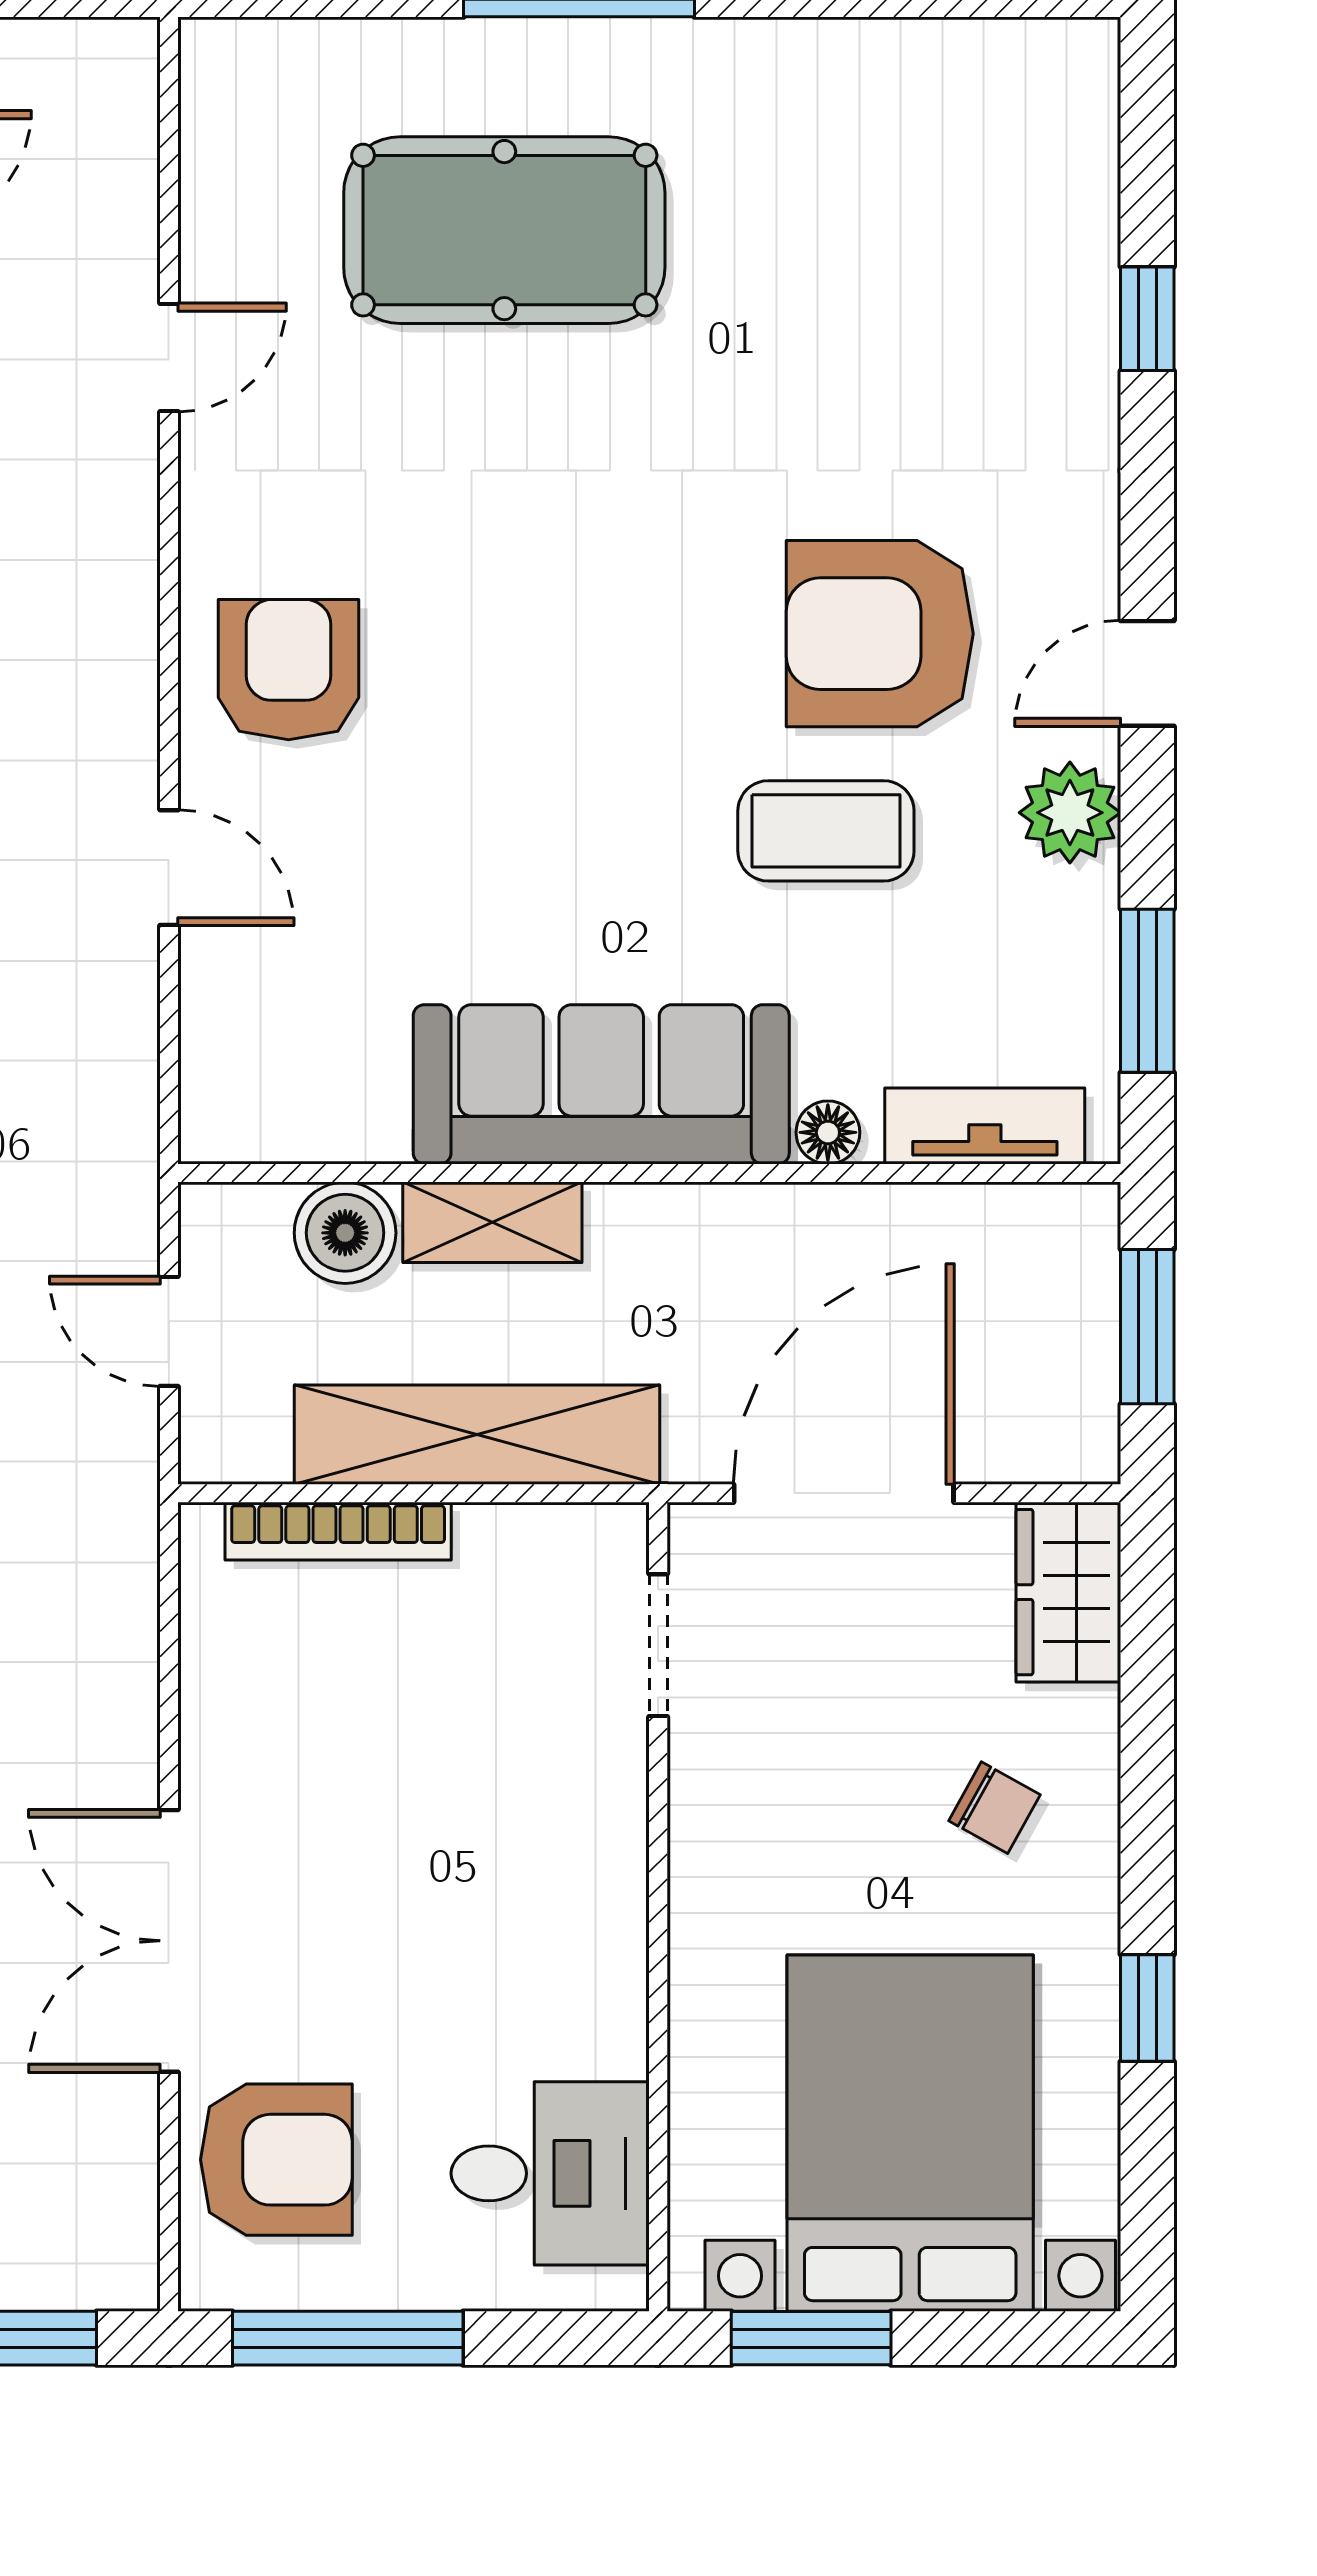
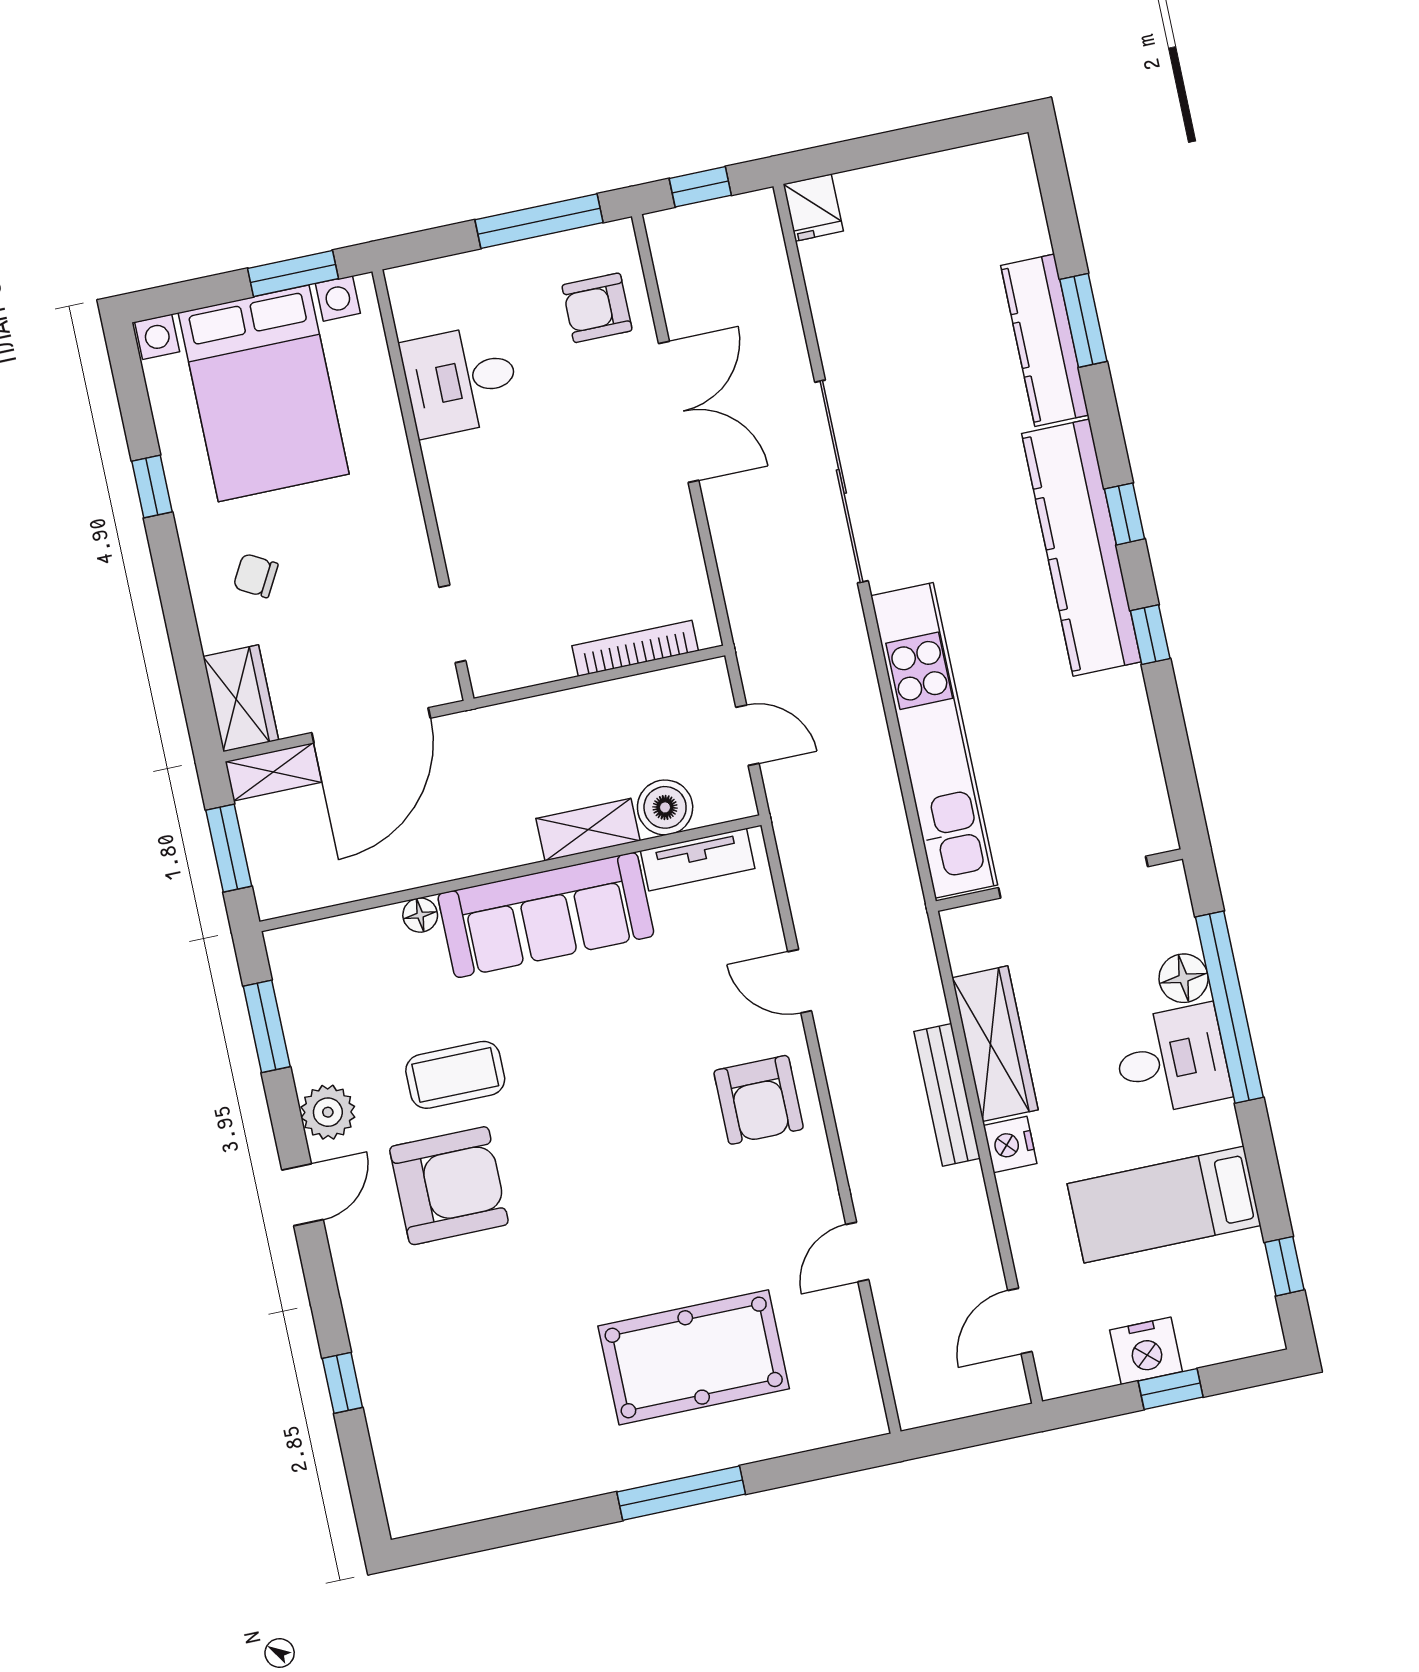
tv unit: (985, 1126) -> (698, 860), moved
shelving: (477, 1435) -> (273, 772), moved, width x0.45, depth x0.75
armchair: (276, 2160) -> (597, 308), width x0.72, depth x0.72
desk: (550, 2173) -> (461, 380), moved

